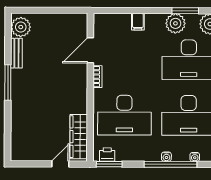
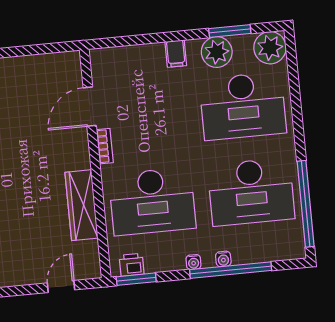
filing cabinet: (138, 22) -> (176, 54), moved
wardrobe: (79, 137) -> (81, 205), moved
water cooler: (195, 157) -> (193, 262), moved

